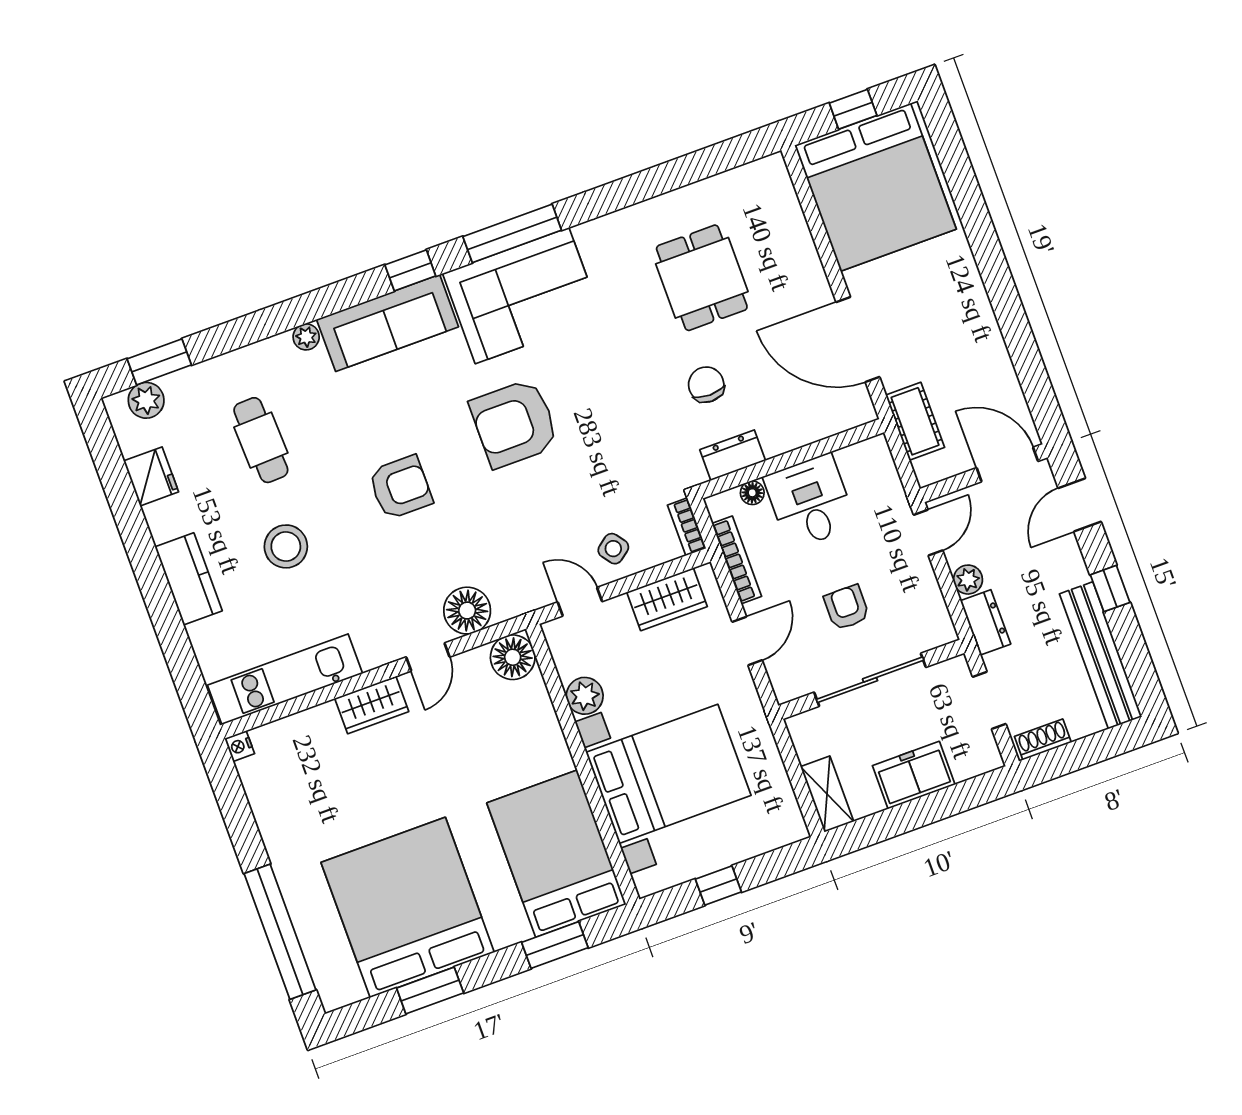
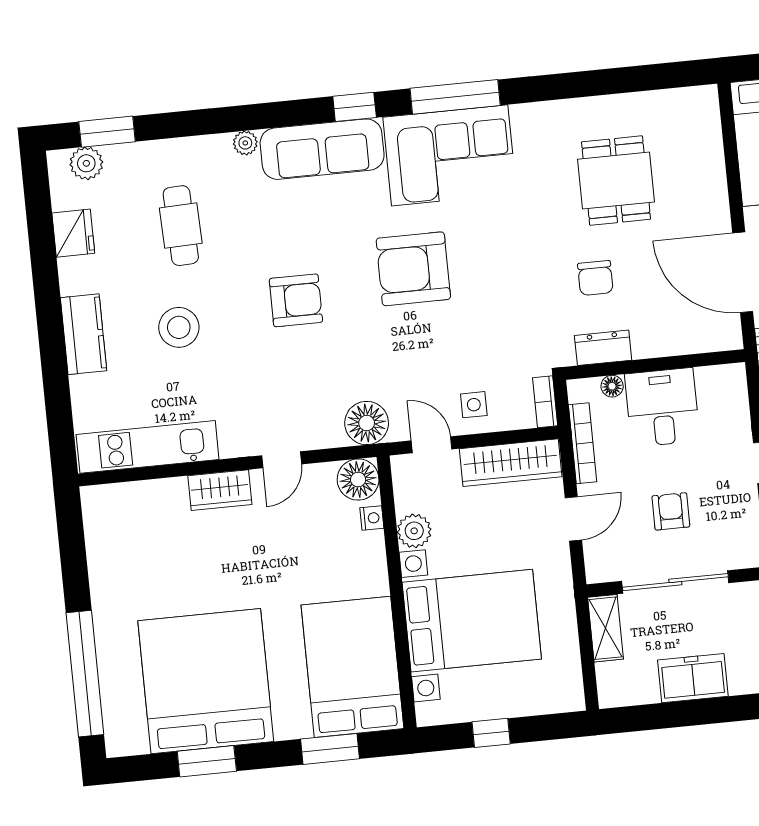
chair: (706, 385) -> (595, 278), turned 180
side table: (613, 549) -> (474, 405), turned 37
wardrobe: (667, 599) -> (511, 463), width x1.50
floor lamp: (467, 611) -> (367, 423), moved
nightstand: (240, 746) -> (372, 518), moved, turned 180
shelving: (827, 794) -> (606, 628), moved

